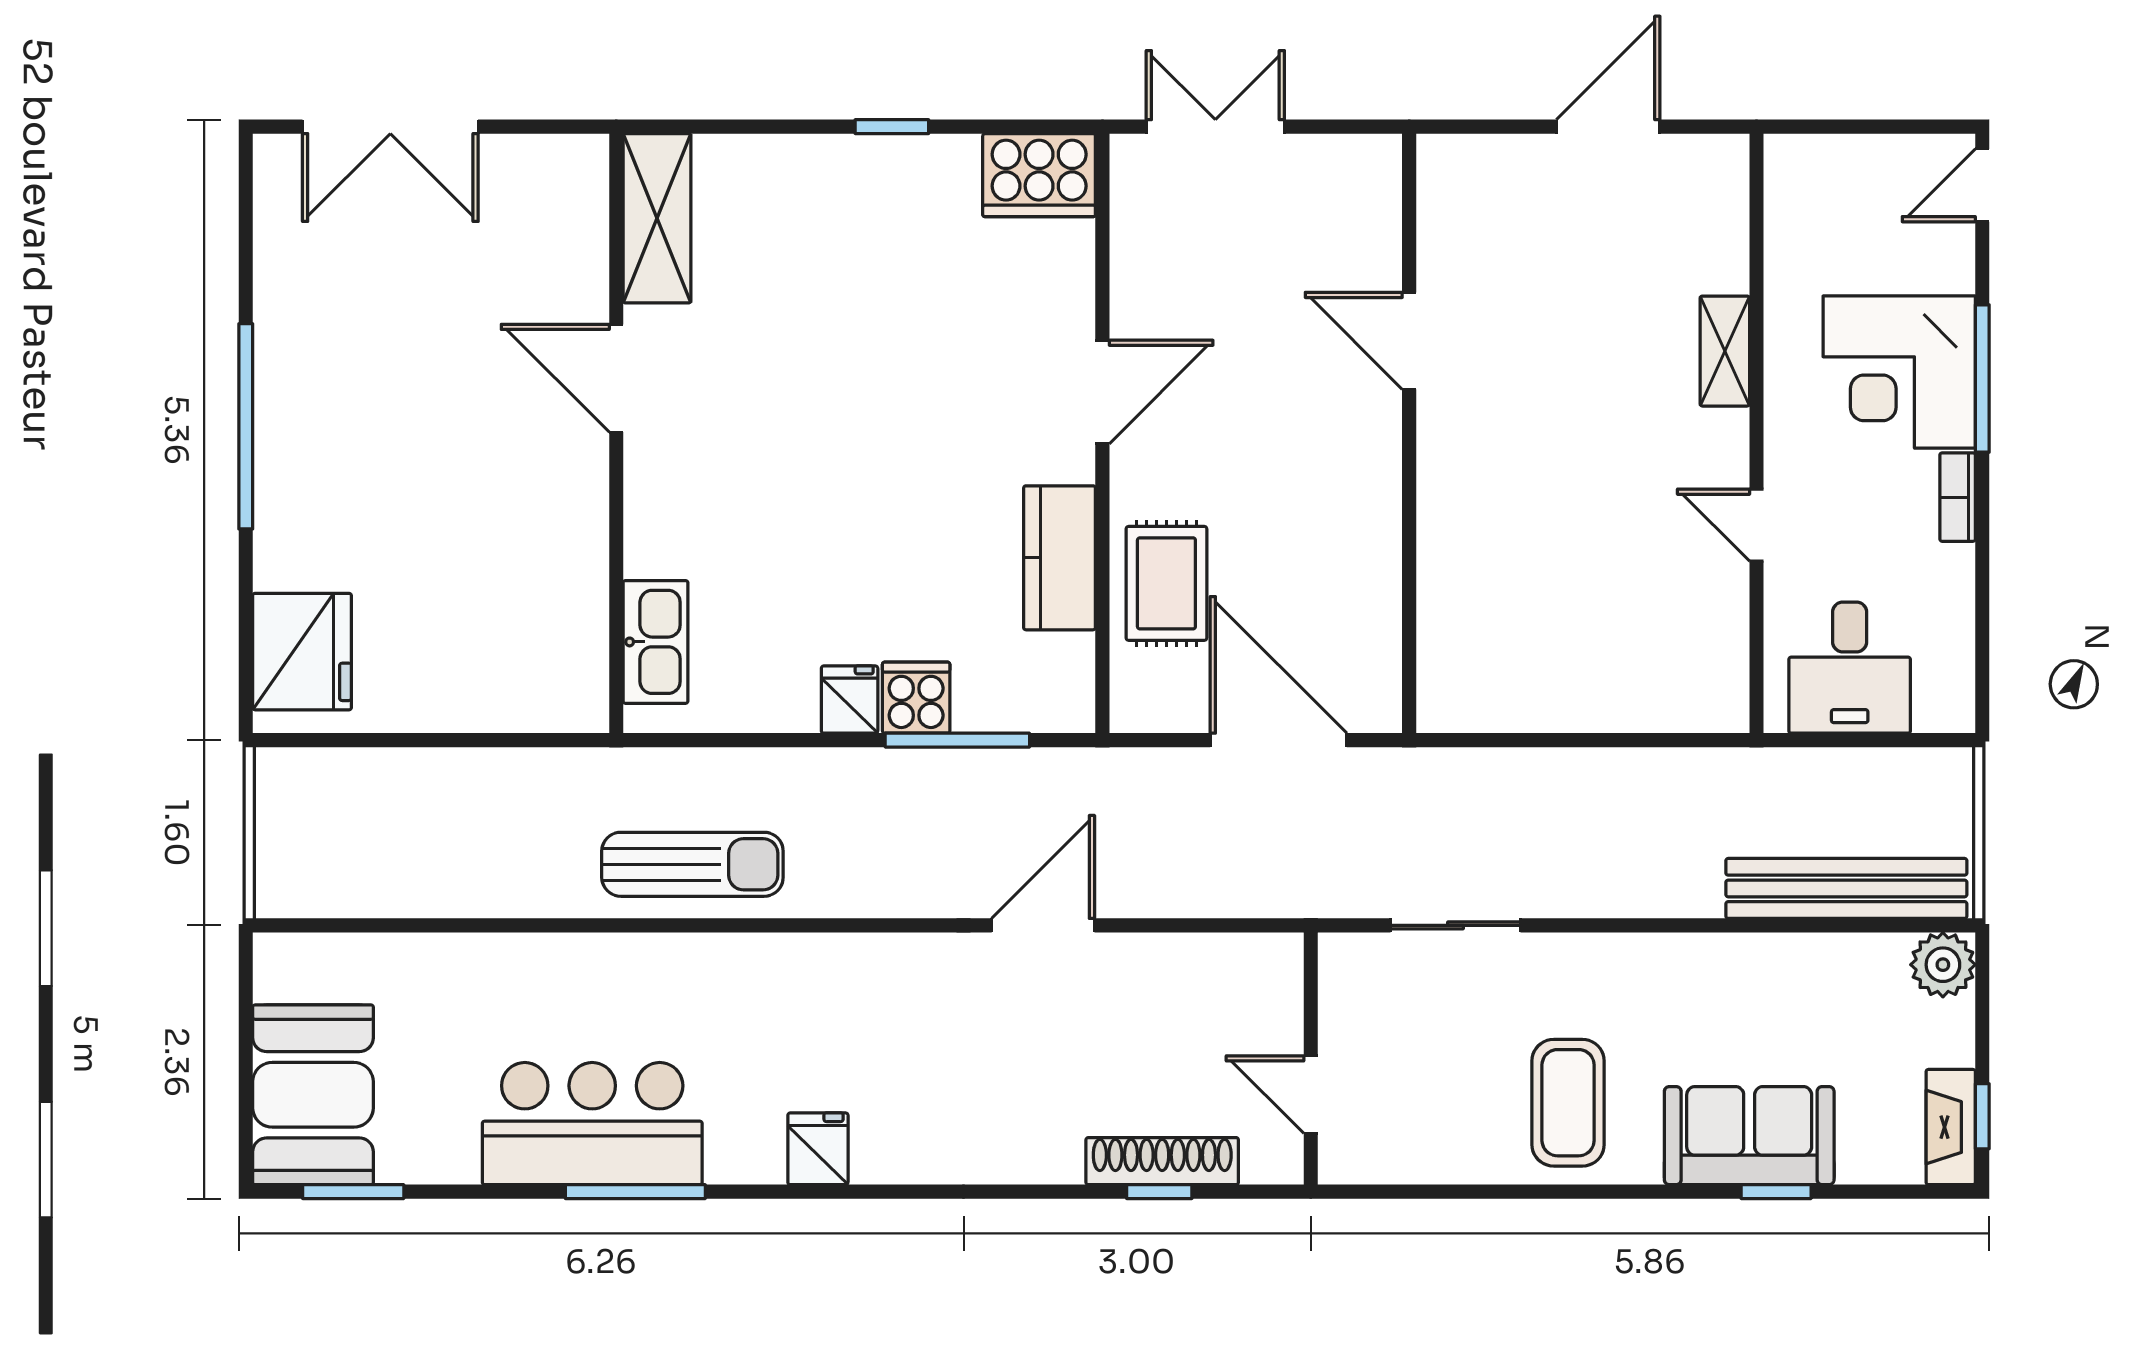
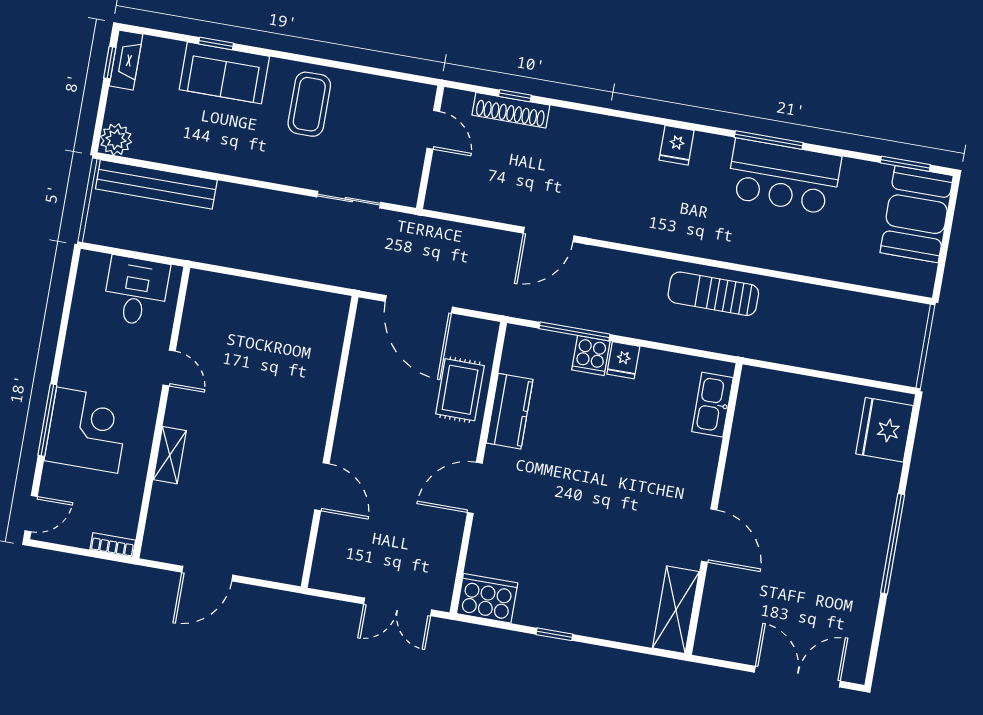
bookcase: (1958, 497) -> (113, 545), moved, turned -90

